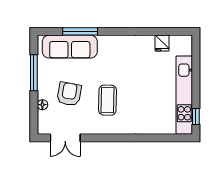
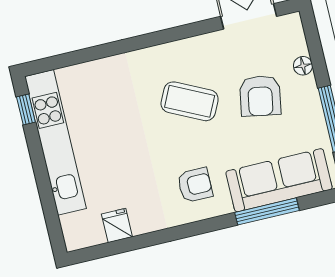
armchair: (115, 55) -> (195, 185), added
coffee table: (108, 100) -> (190, 101), turned -65

